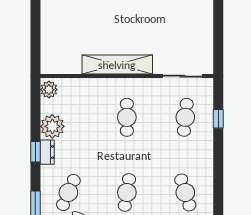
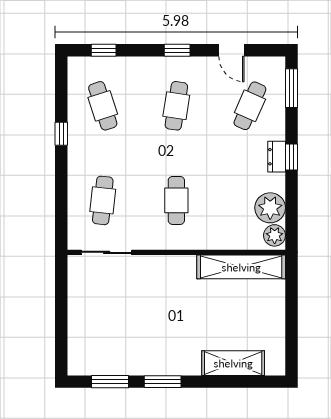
shelving: (117, 65) -> (241, 267), moved
window: (218, 119) -> (61, 134), moved
plant: (52, 126) -> (270, 208), moved

